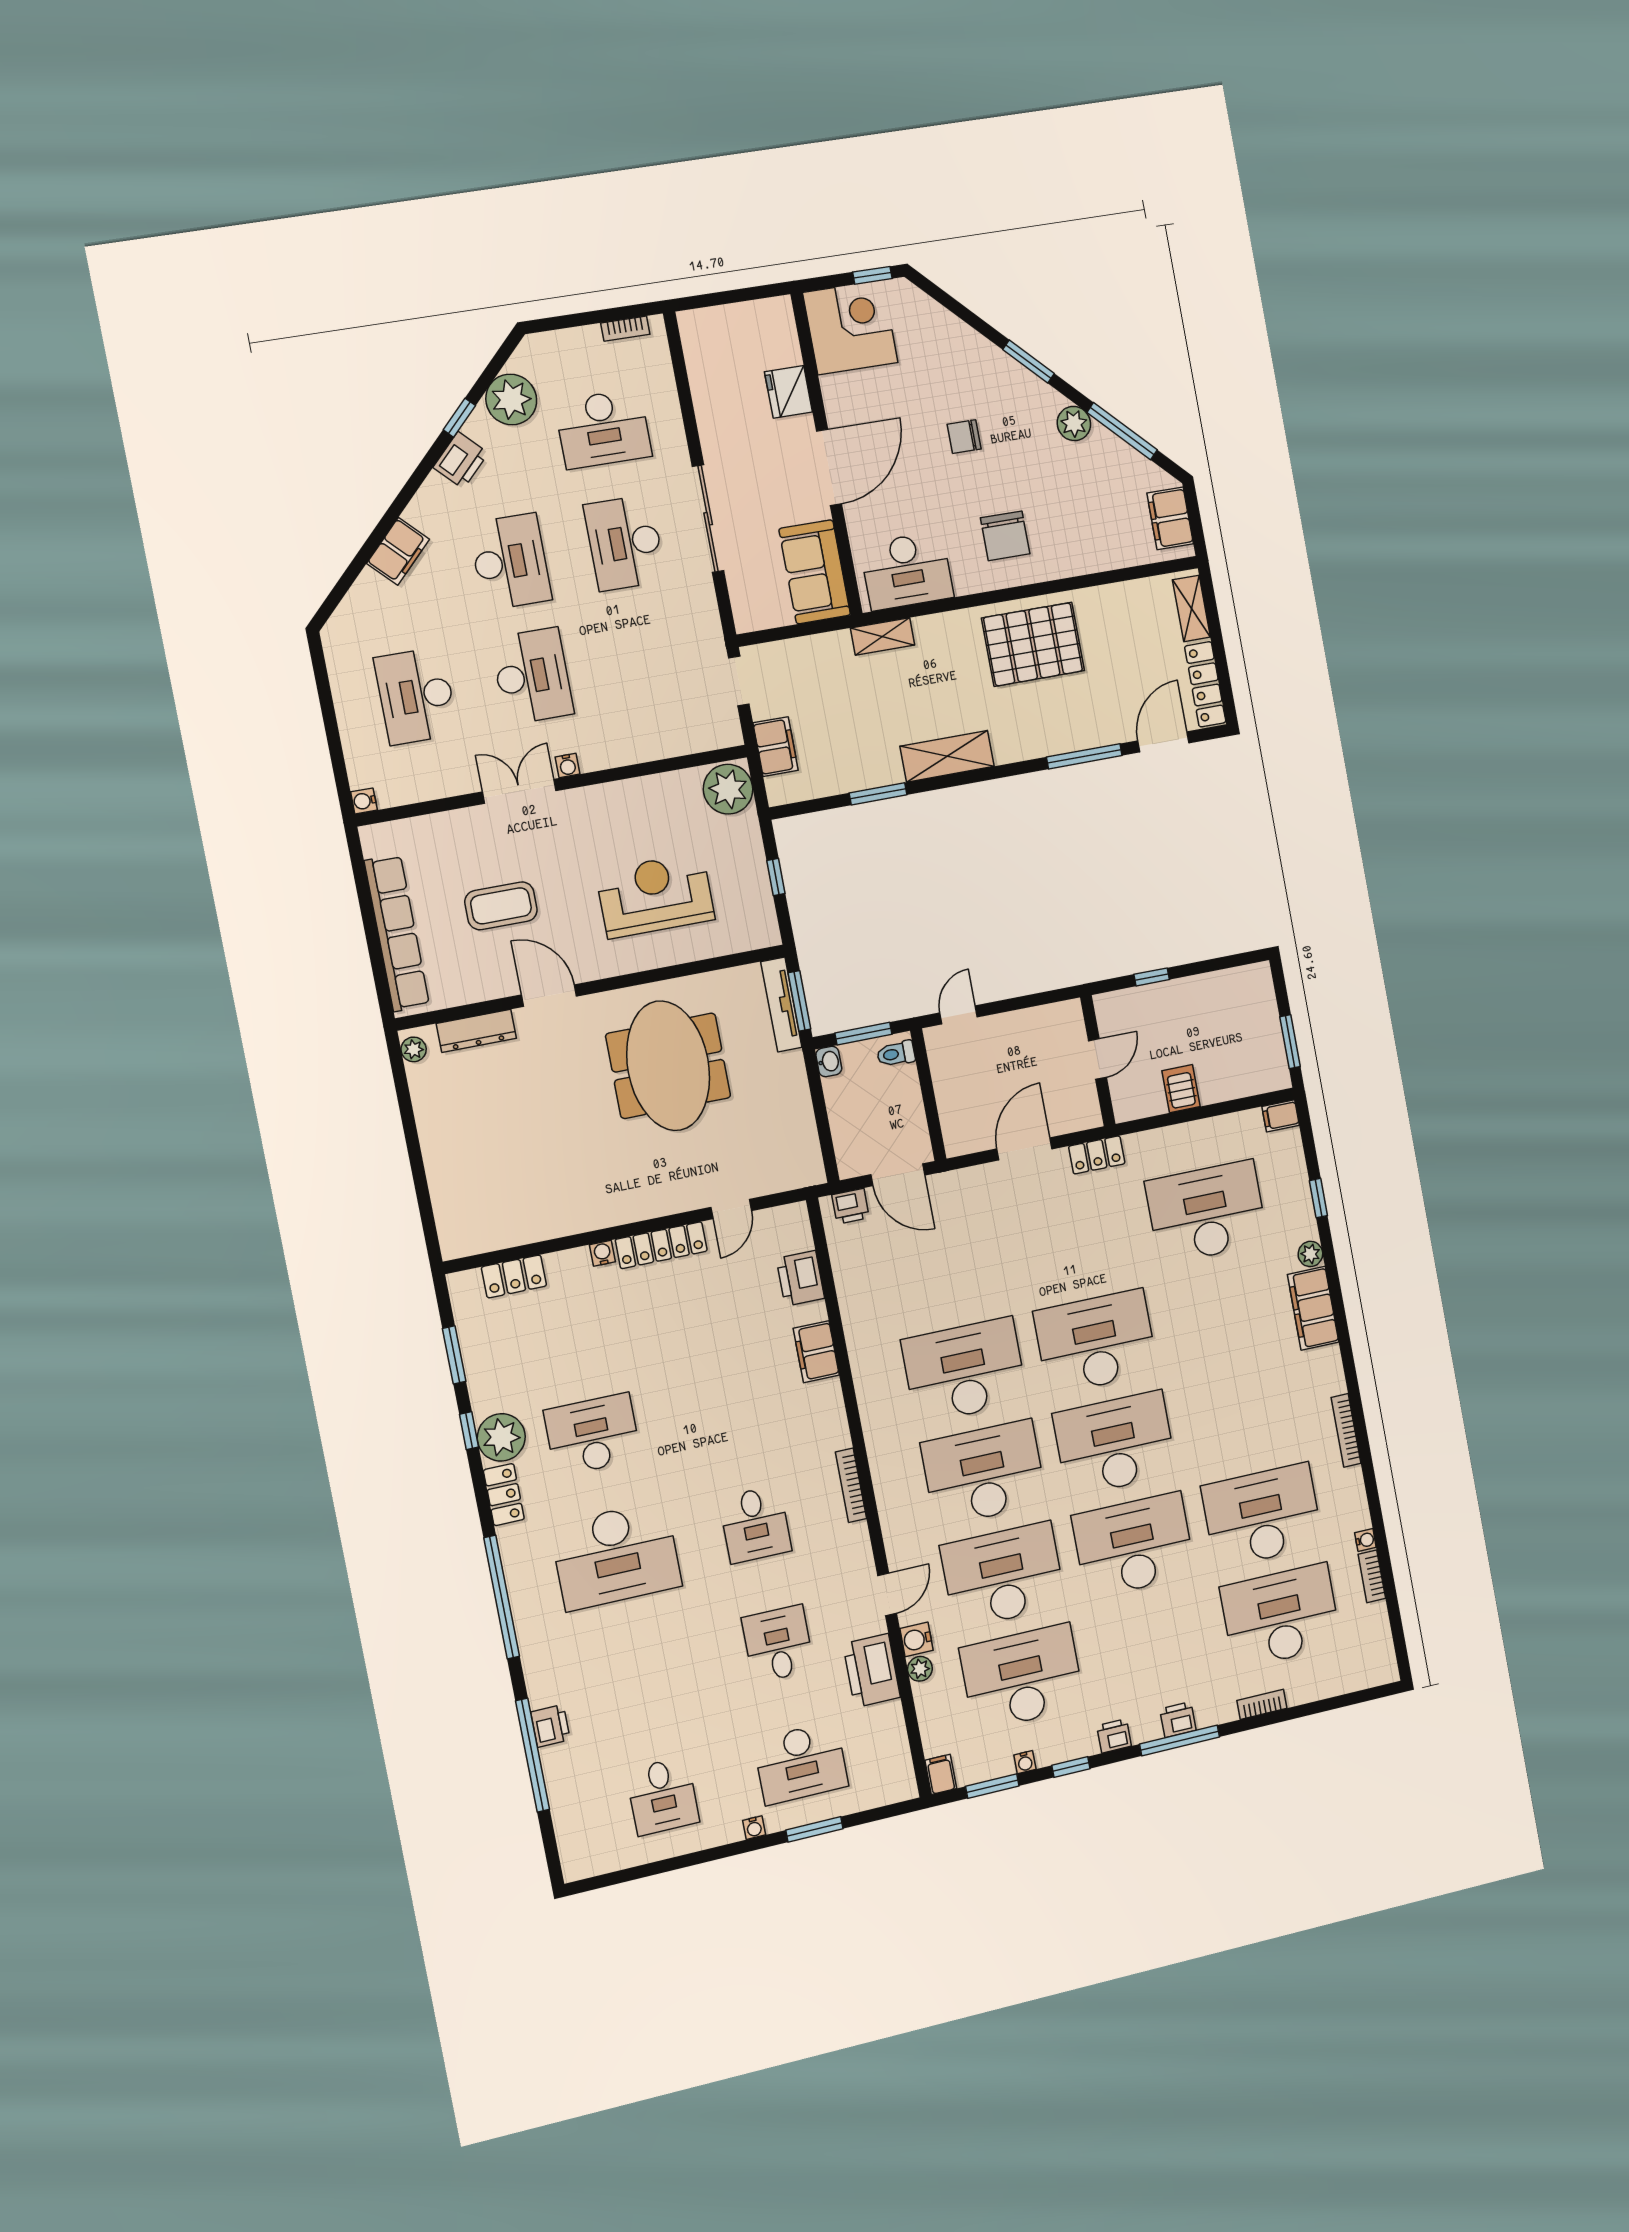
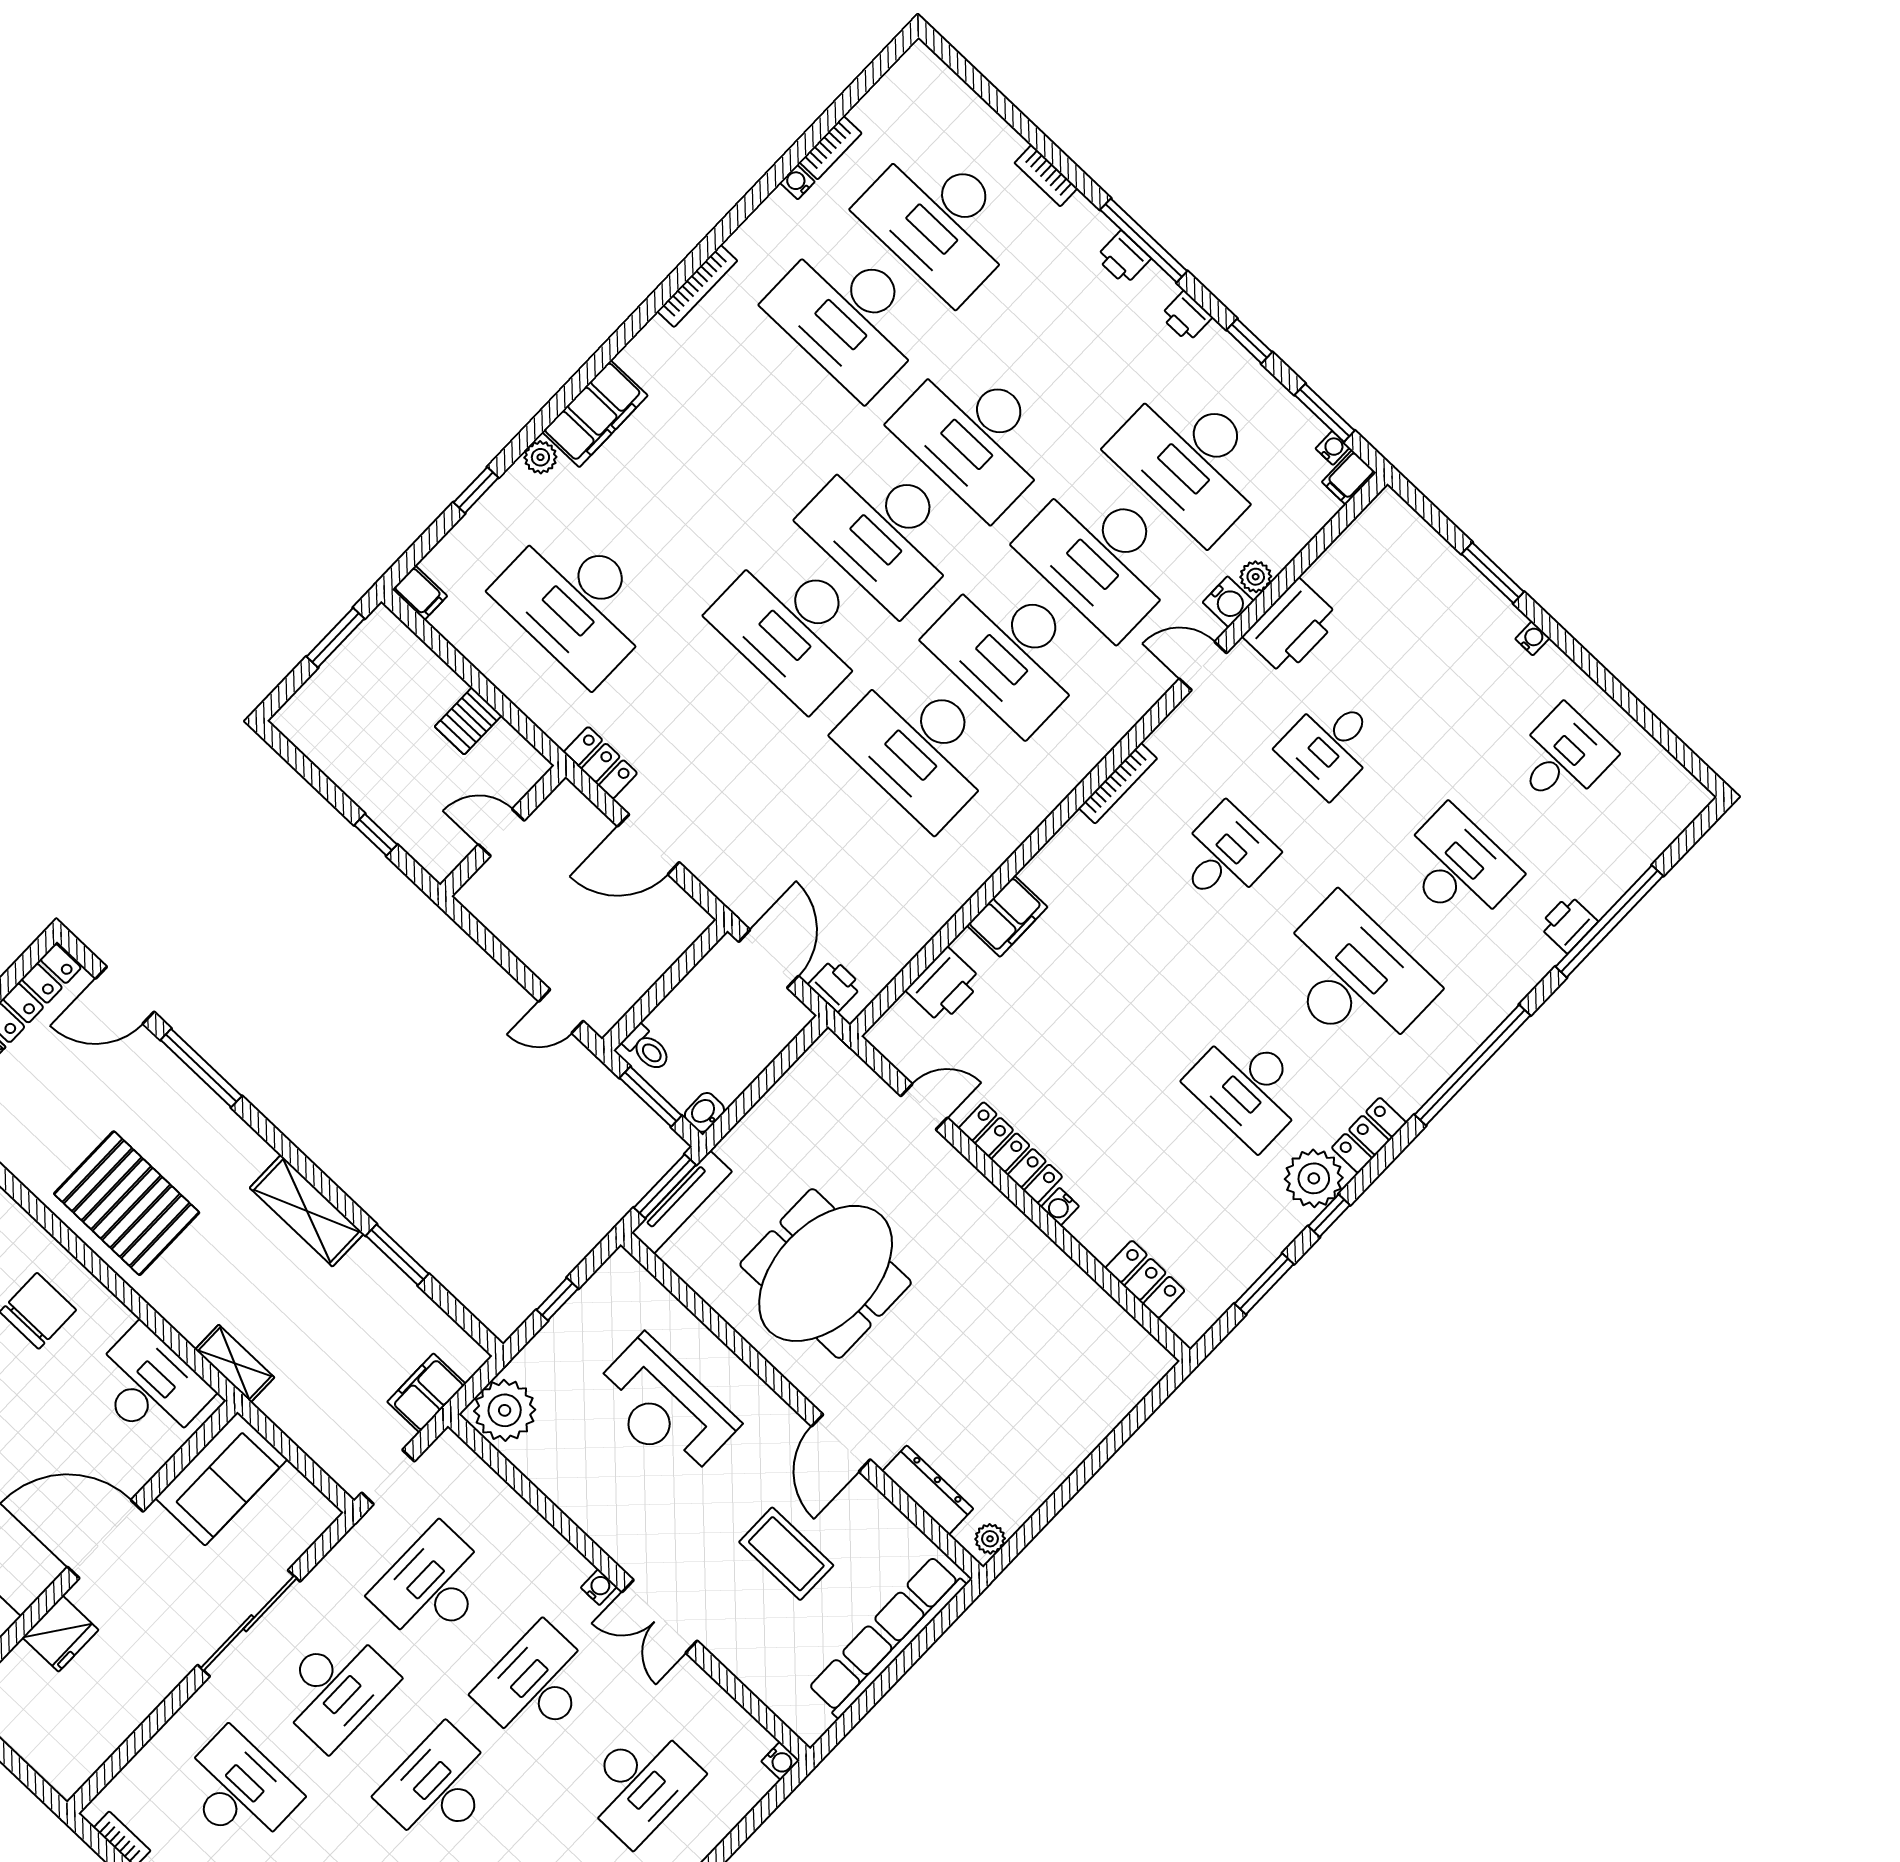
desk: (647, 656) -> (432, 1586), added
water cooler: (1025, 1762) -> (1333, 448), moved
desk: (801, 1763) -> (1458, 867), moved

